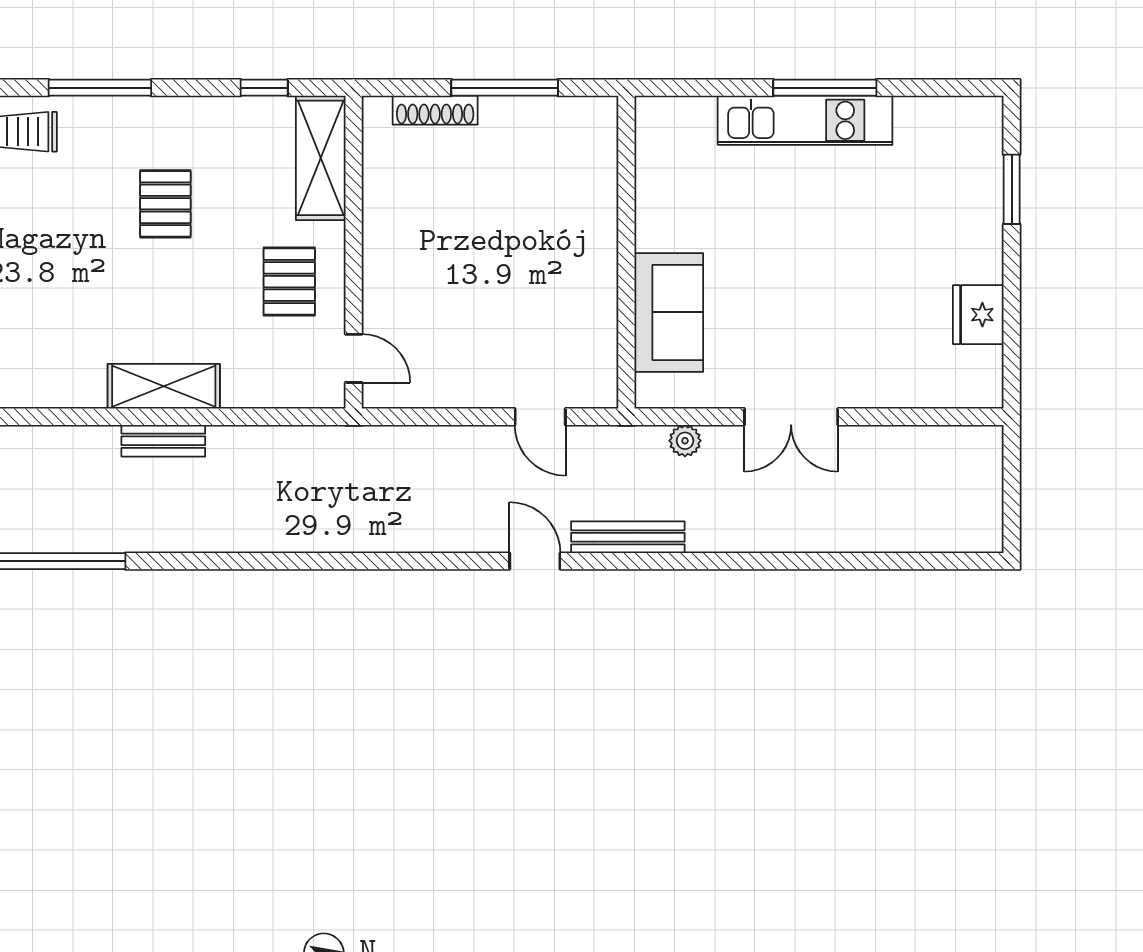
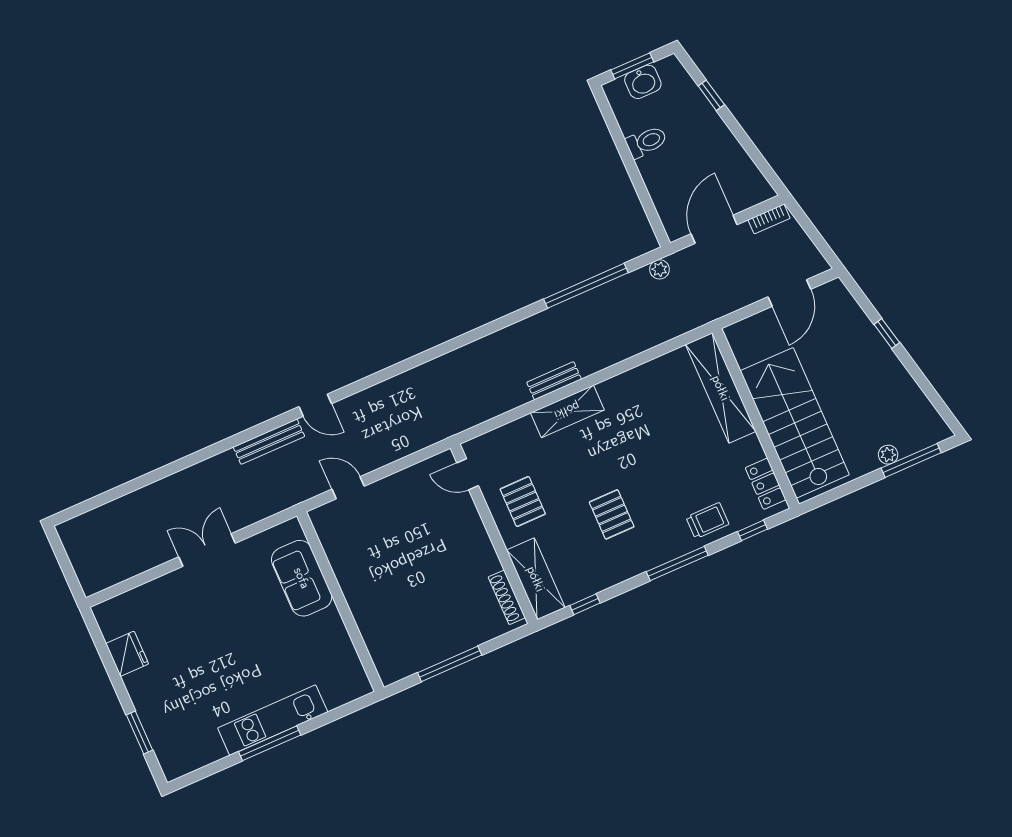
shoe rack: (435, 110) -> (507, 597), moved, turned -90
plant: (685, 441) -> (261, 510), removed

